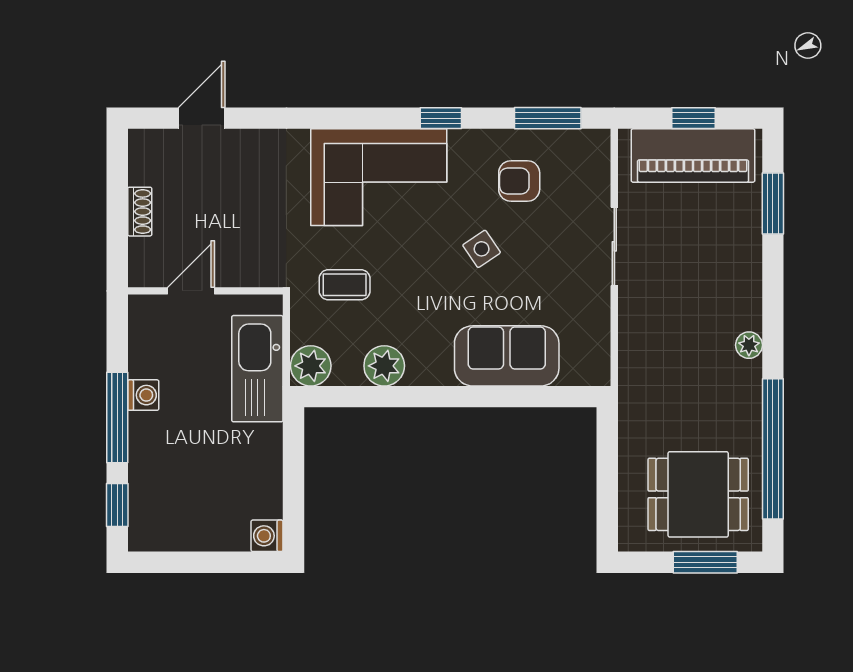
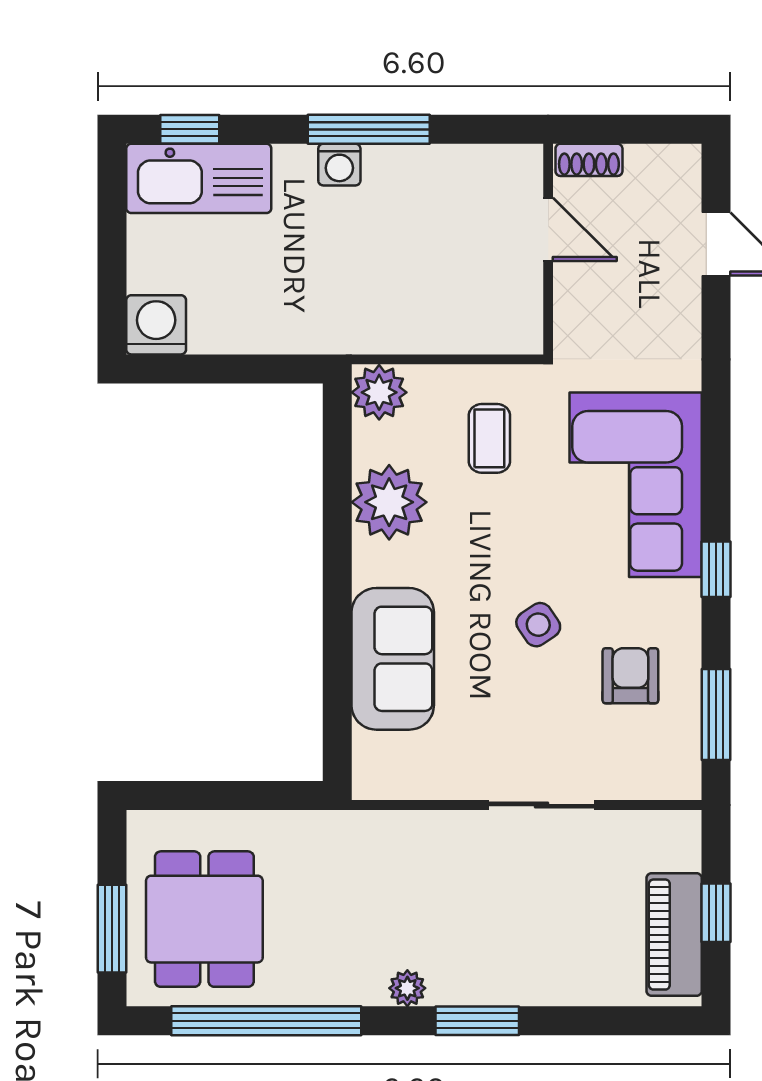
piano: (693, 155) -> (674, 935), width x0.73, depth x0.75
window: (773, 203) -> (477, 1021), moved
door: (191, 291) -> (548, 229), moved
wall: (205, 291) -> (548, 249), moved
plant: (384, 366) -> (389, 502), width x1.36, depth x1.36
kitchen sink: (257, 369) -> (199, 178), moved, turned 180
window: (117, 418) -> (369, 129), moved
washing machine: (267, 536) -> (156, 325), width x1.38, depth x1.38

